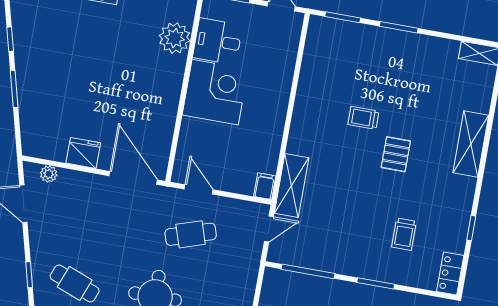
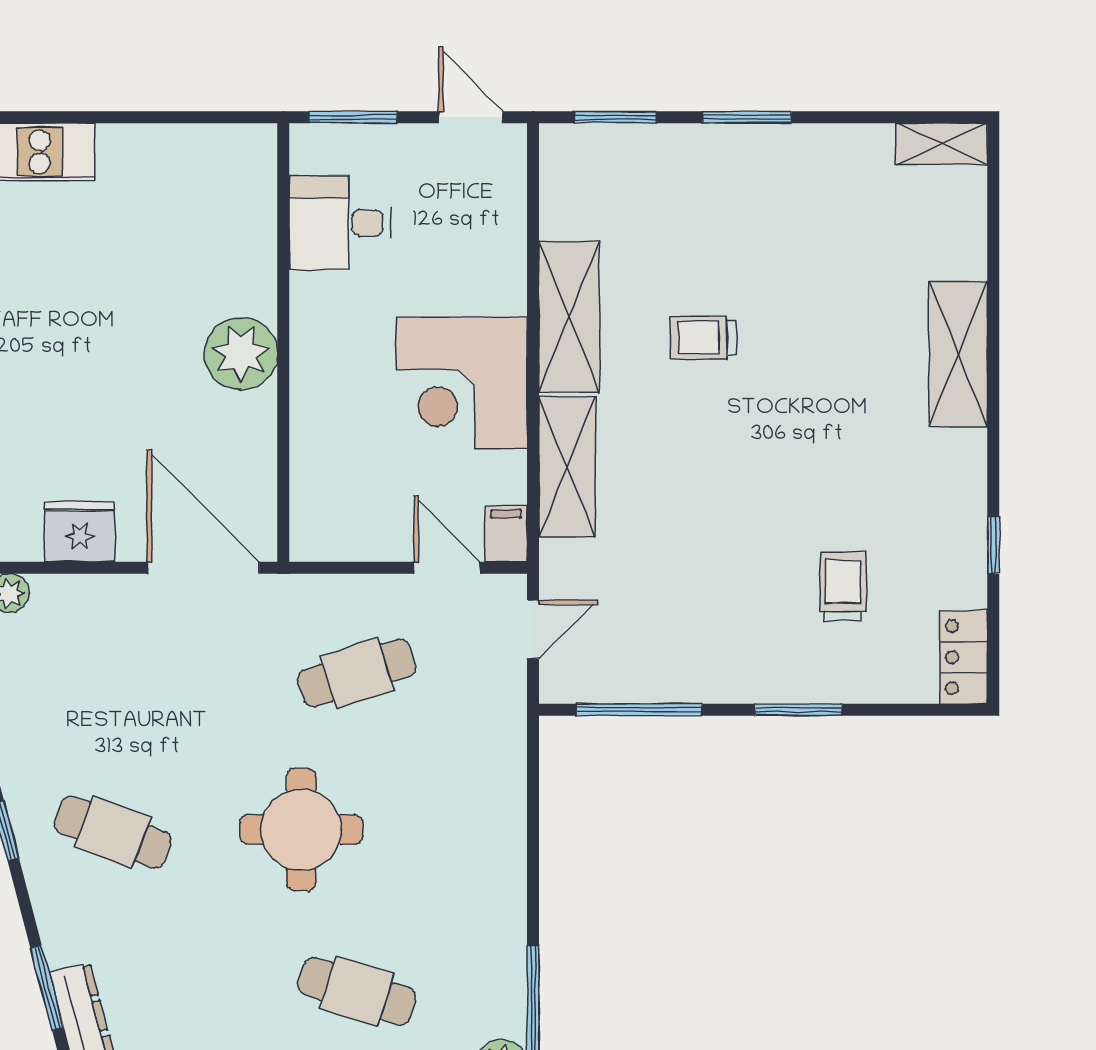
plant: (175, 38) -> (241, 353), moved
corner desk: (215, 92) -> (461, 383), moved, turned 180
shelving: (308, 99) -> (569, 317), added
pallet: (396, 154) -> (792, 408), removed
shelving: (292, 185) -> (567, 467), moved
door: (199, 189) -> (447, 568), moved
trolley: (404, 234) -> (843, 586), turned 180

